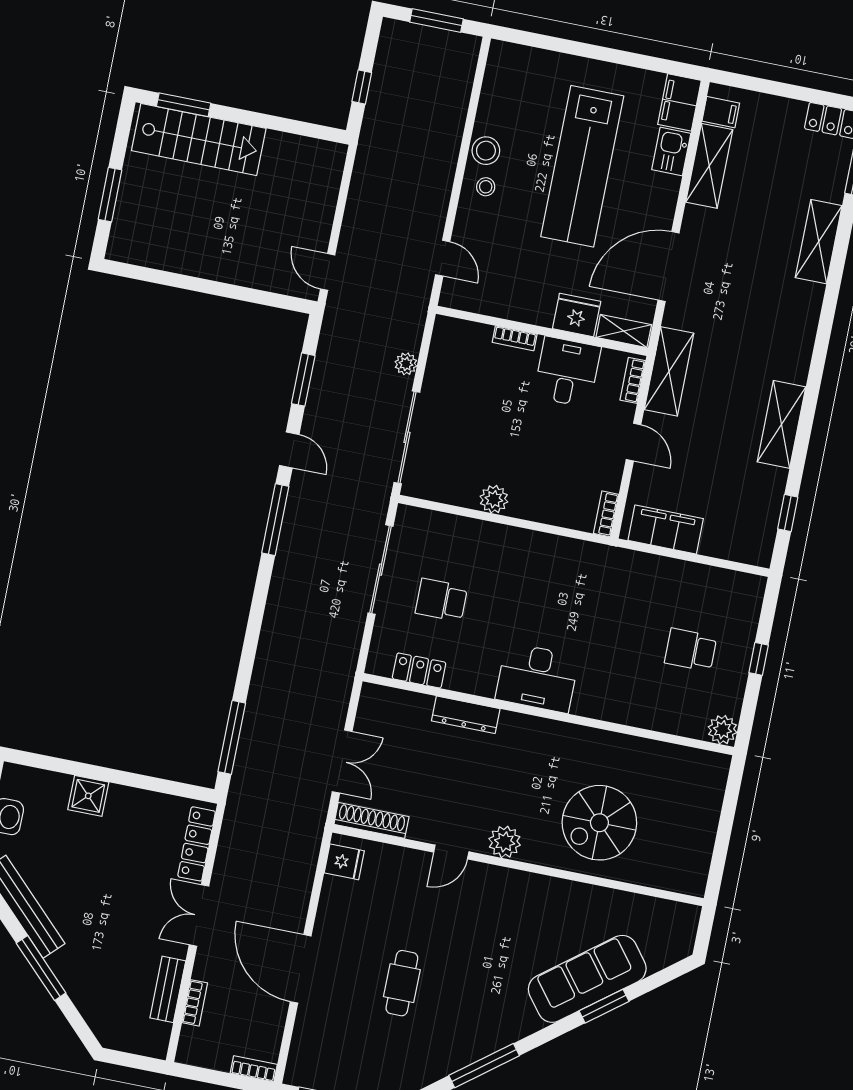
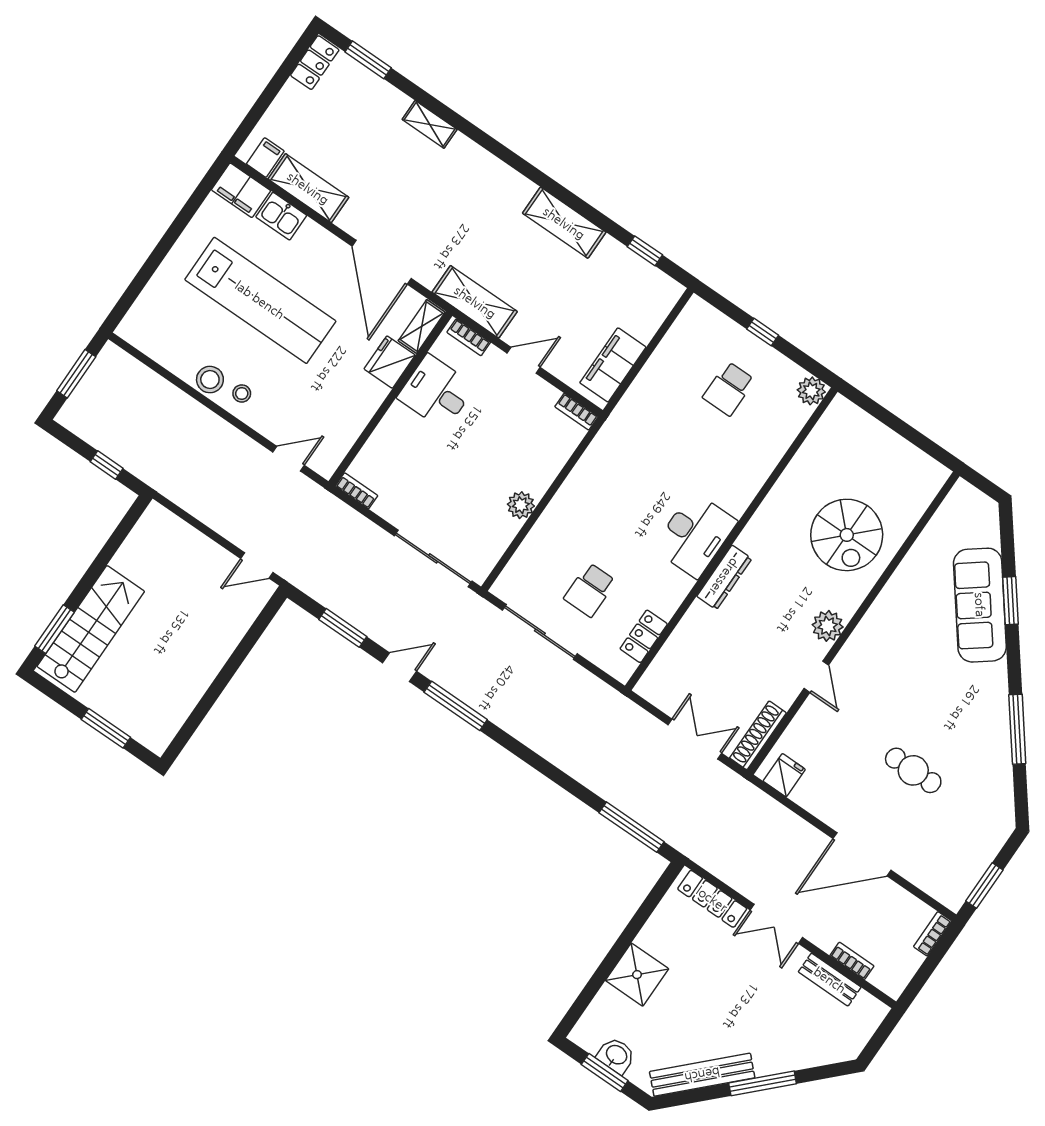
shelving: (819, 242) -> (430, 124), width x0.67, depth x0.75
bookcase: (515, 338) -> (357, 491), moved, turned -90
plant: (406, 364) -> (368, 531), removed
dresser: (466, 715) -> (724, 577), moved
shower: (88, 796) -> (637, 975), width x1.36, depth x1.36

